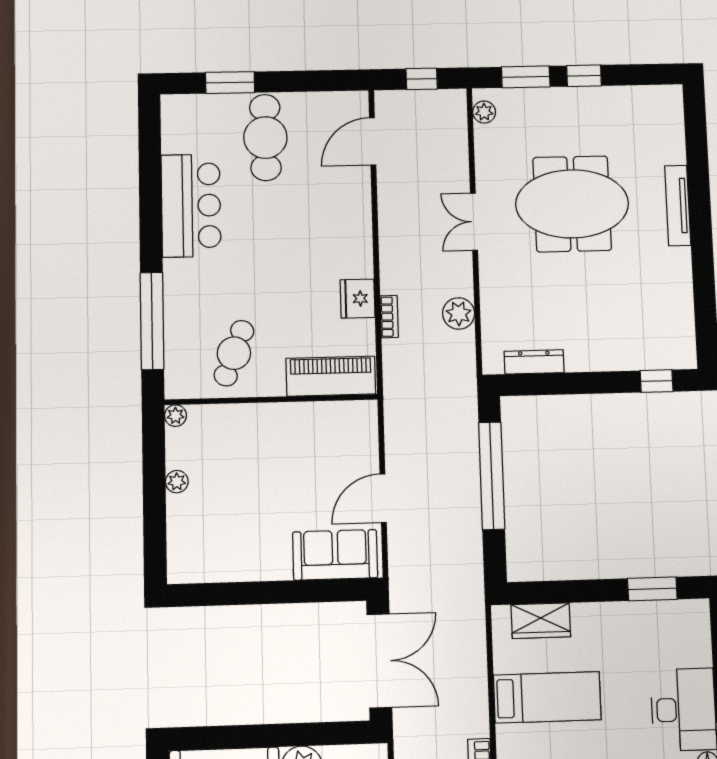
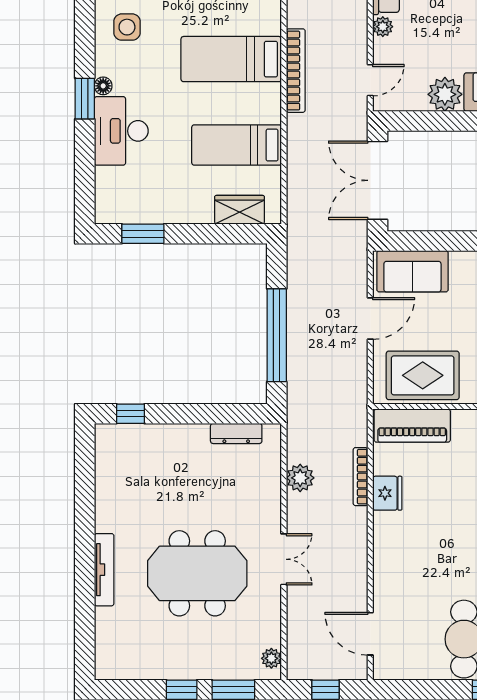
door: (373, 141) -> (370, 634), swing flipped
bookcase: (389, 317) -> (360, 477), width x1.56
rug: (320, 434) -> (423, 375), added

